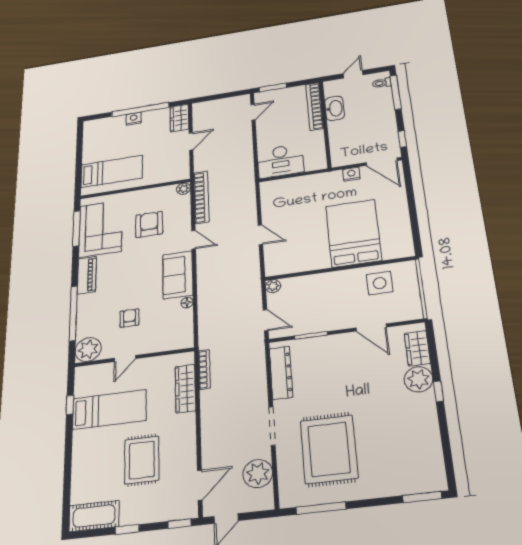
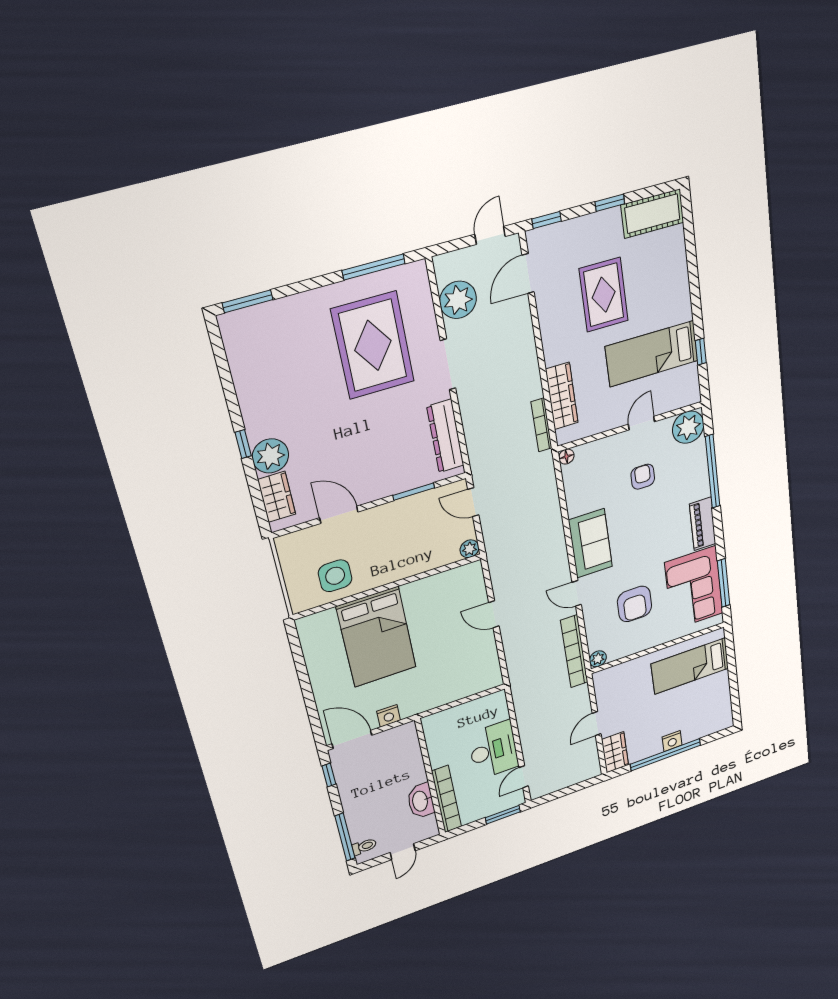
desk: (280, 161) -> (493, 750), moved, turned 90
floor lamp: (187, 303) -> (566, 457), moved
armchair: (130, 318) -> (643, 477), turned 180

